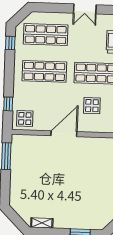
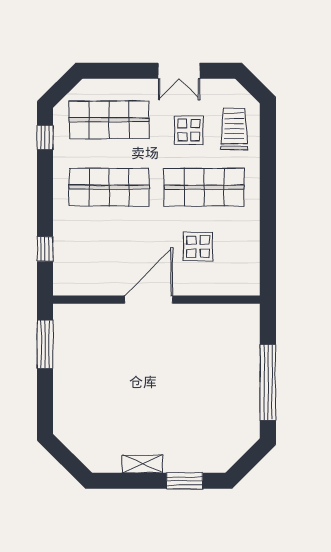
display table: (25, 118) -> (189, 130), moved
shelving: (42, 223) -> (142, 464), moved

